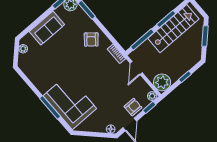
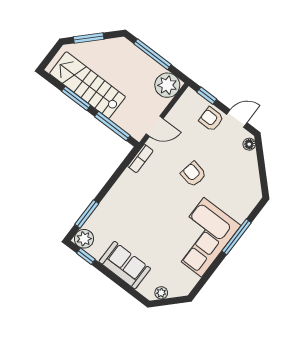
armchair: (91, 39) -> (193, 174), moved, turned -119
window: (185, 77) -> (152, 54), width x2.17
plant: (152, 96) -> (190, 95), removed
corner sofa: (70, 102) -> (203, 237), moved

